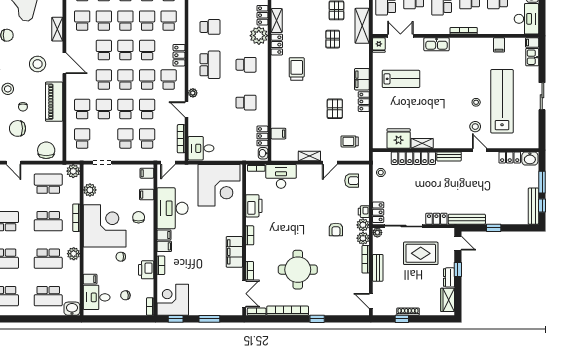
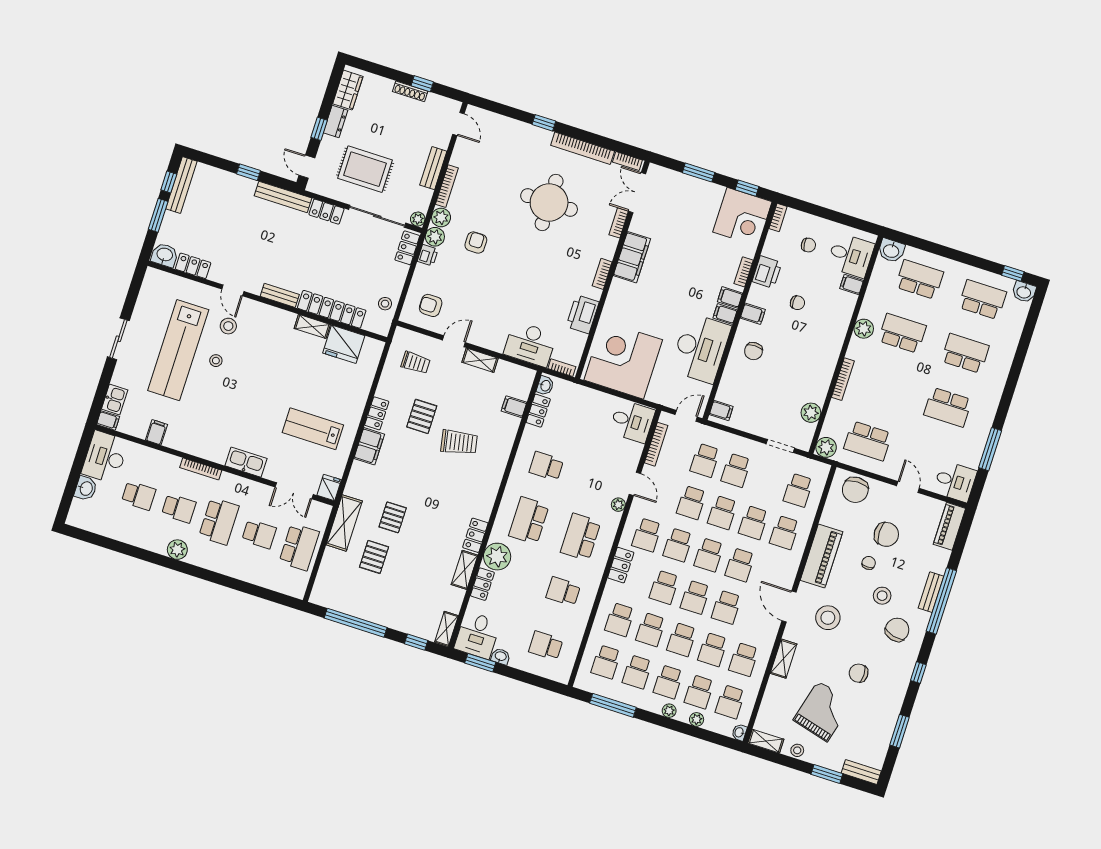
school desk: (246, 65) -> (529, 520), width x1.85
trolley: (297, 69) -> (459, 442), moved, turned -101
filing cabinet: (147, 195) -> (753, 314), moved
school desk: (48, 221) -> (885, 387), removed
corner desk: (105, 226) -> (806, 354), removed

